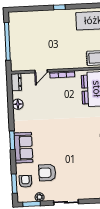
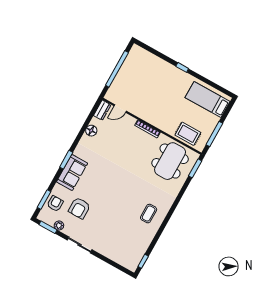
door: (41, 71) -> (120, 109), moved
armchair: (47, 173) -> (79, 208), turned -90

